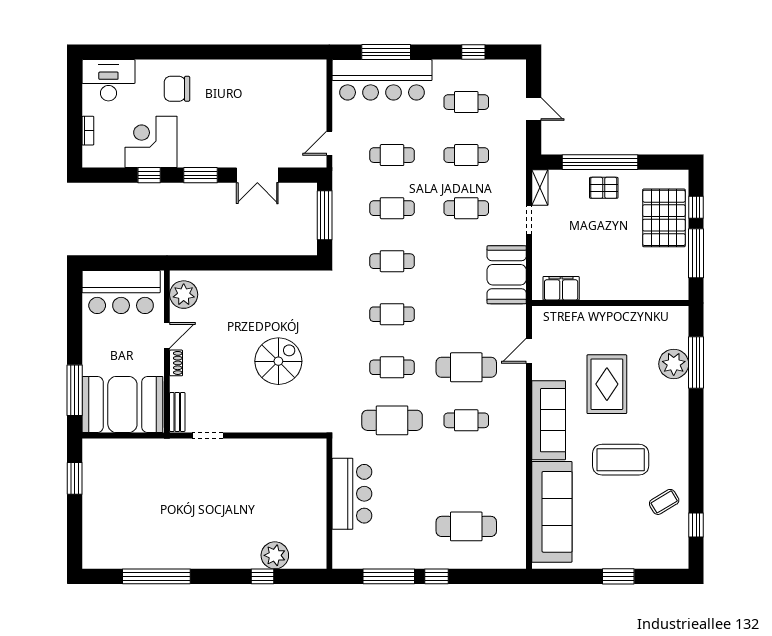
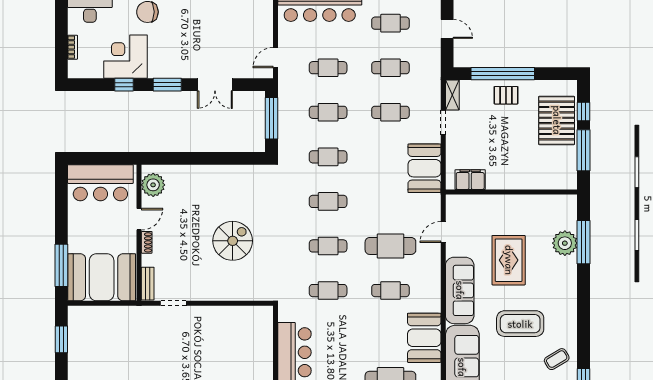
cafe table: (392, 420) -> (328, 291), width x0.73, depth x0.74
booth: (506, 477) -> (424, 338), added

